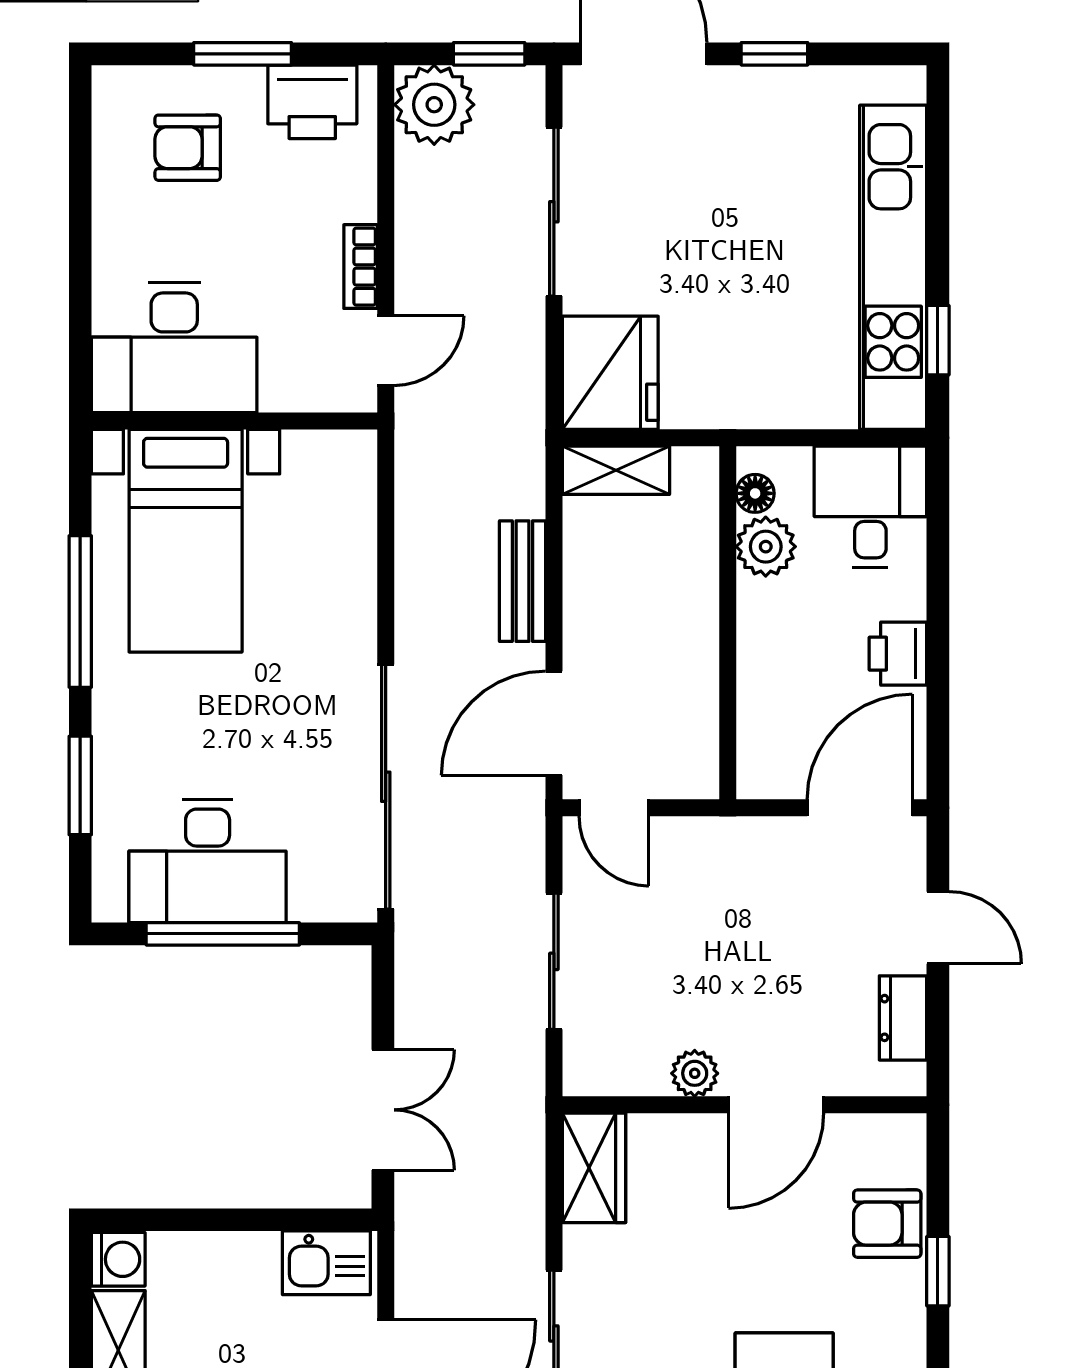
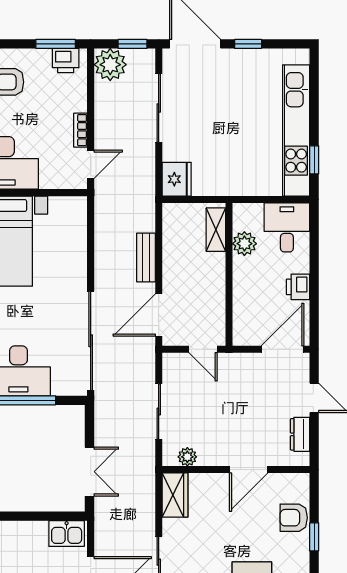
window: (243, 54) -> (56, 44), moved
printer: (312, 102) -> (66, 61), width x0.73, depth x0.81
fridge: (610, 373) -> (177, 179), width x0.73, depth x0.75
shelving: (616, 470) -> (216, 230), moved, turned 90
floor lamp: (755, 493) -> (240, 222), removed
door: (614, 808) -> (203, 349), moved
plant: (695, 1073) -> (187, 457), moved

